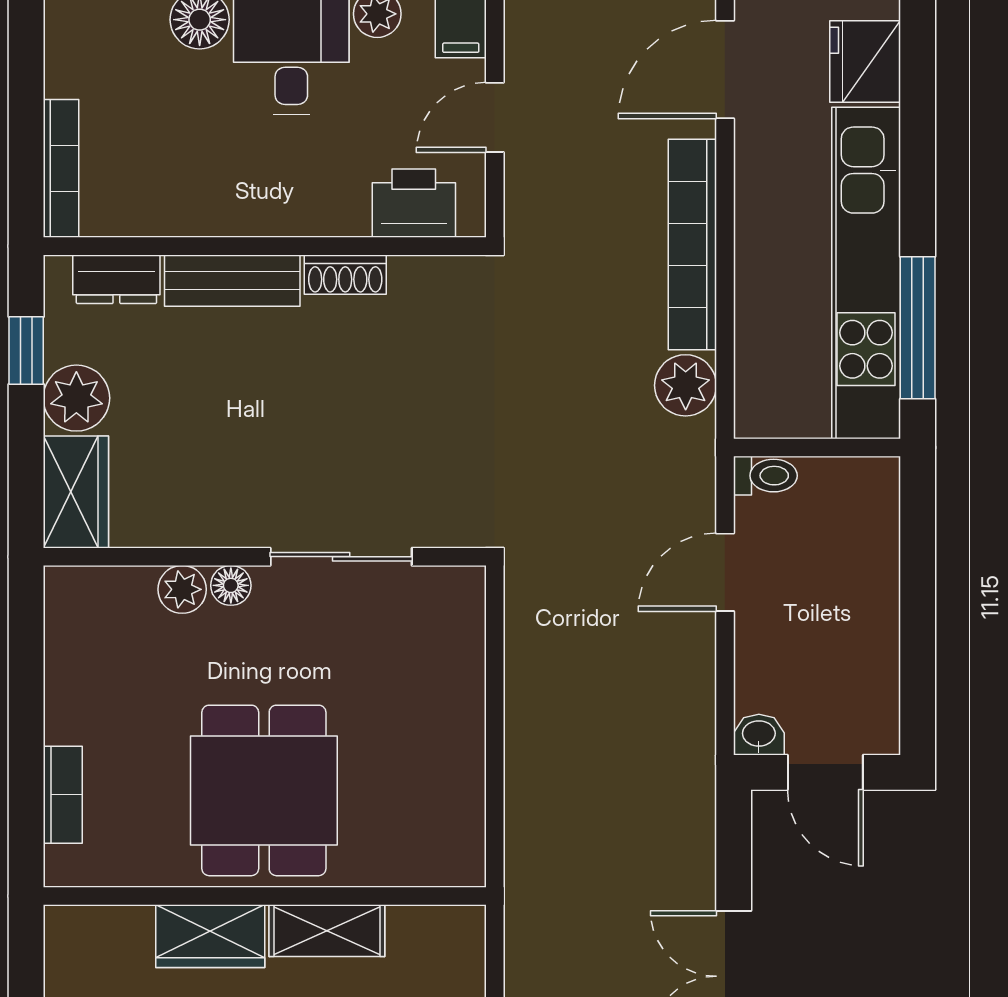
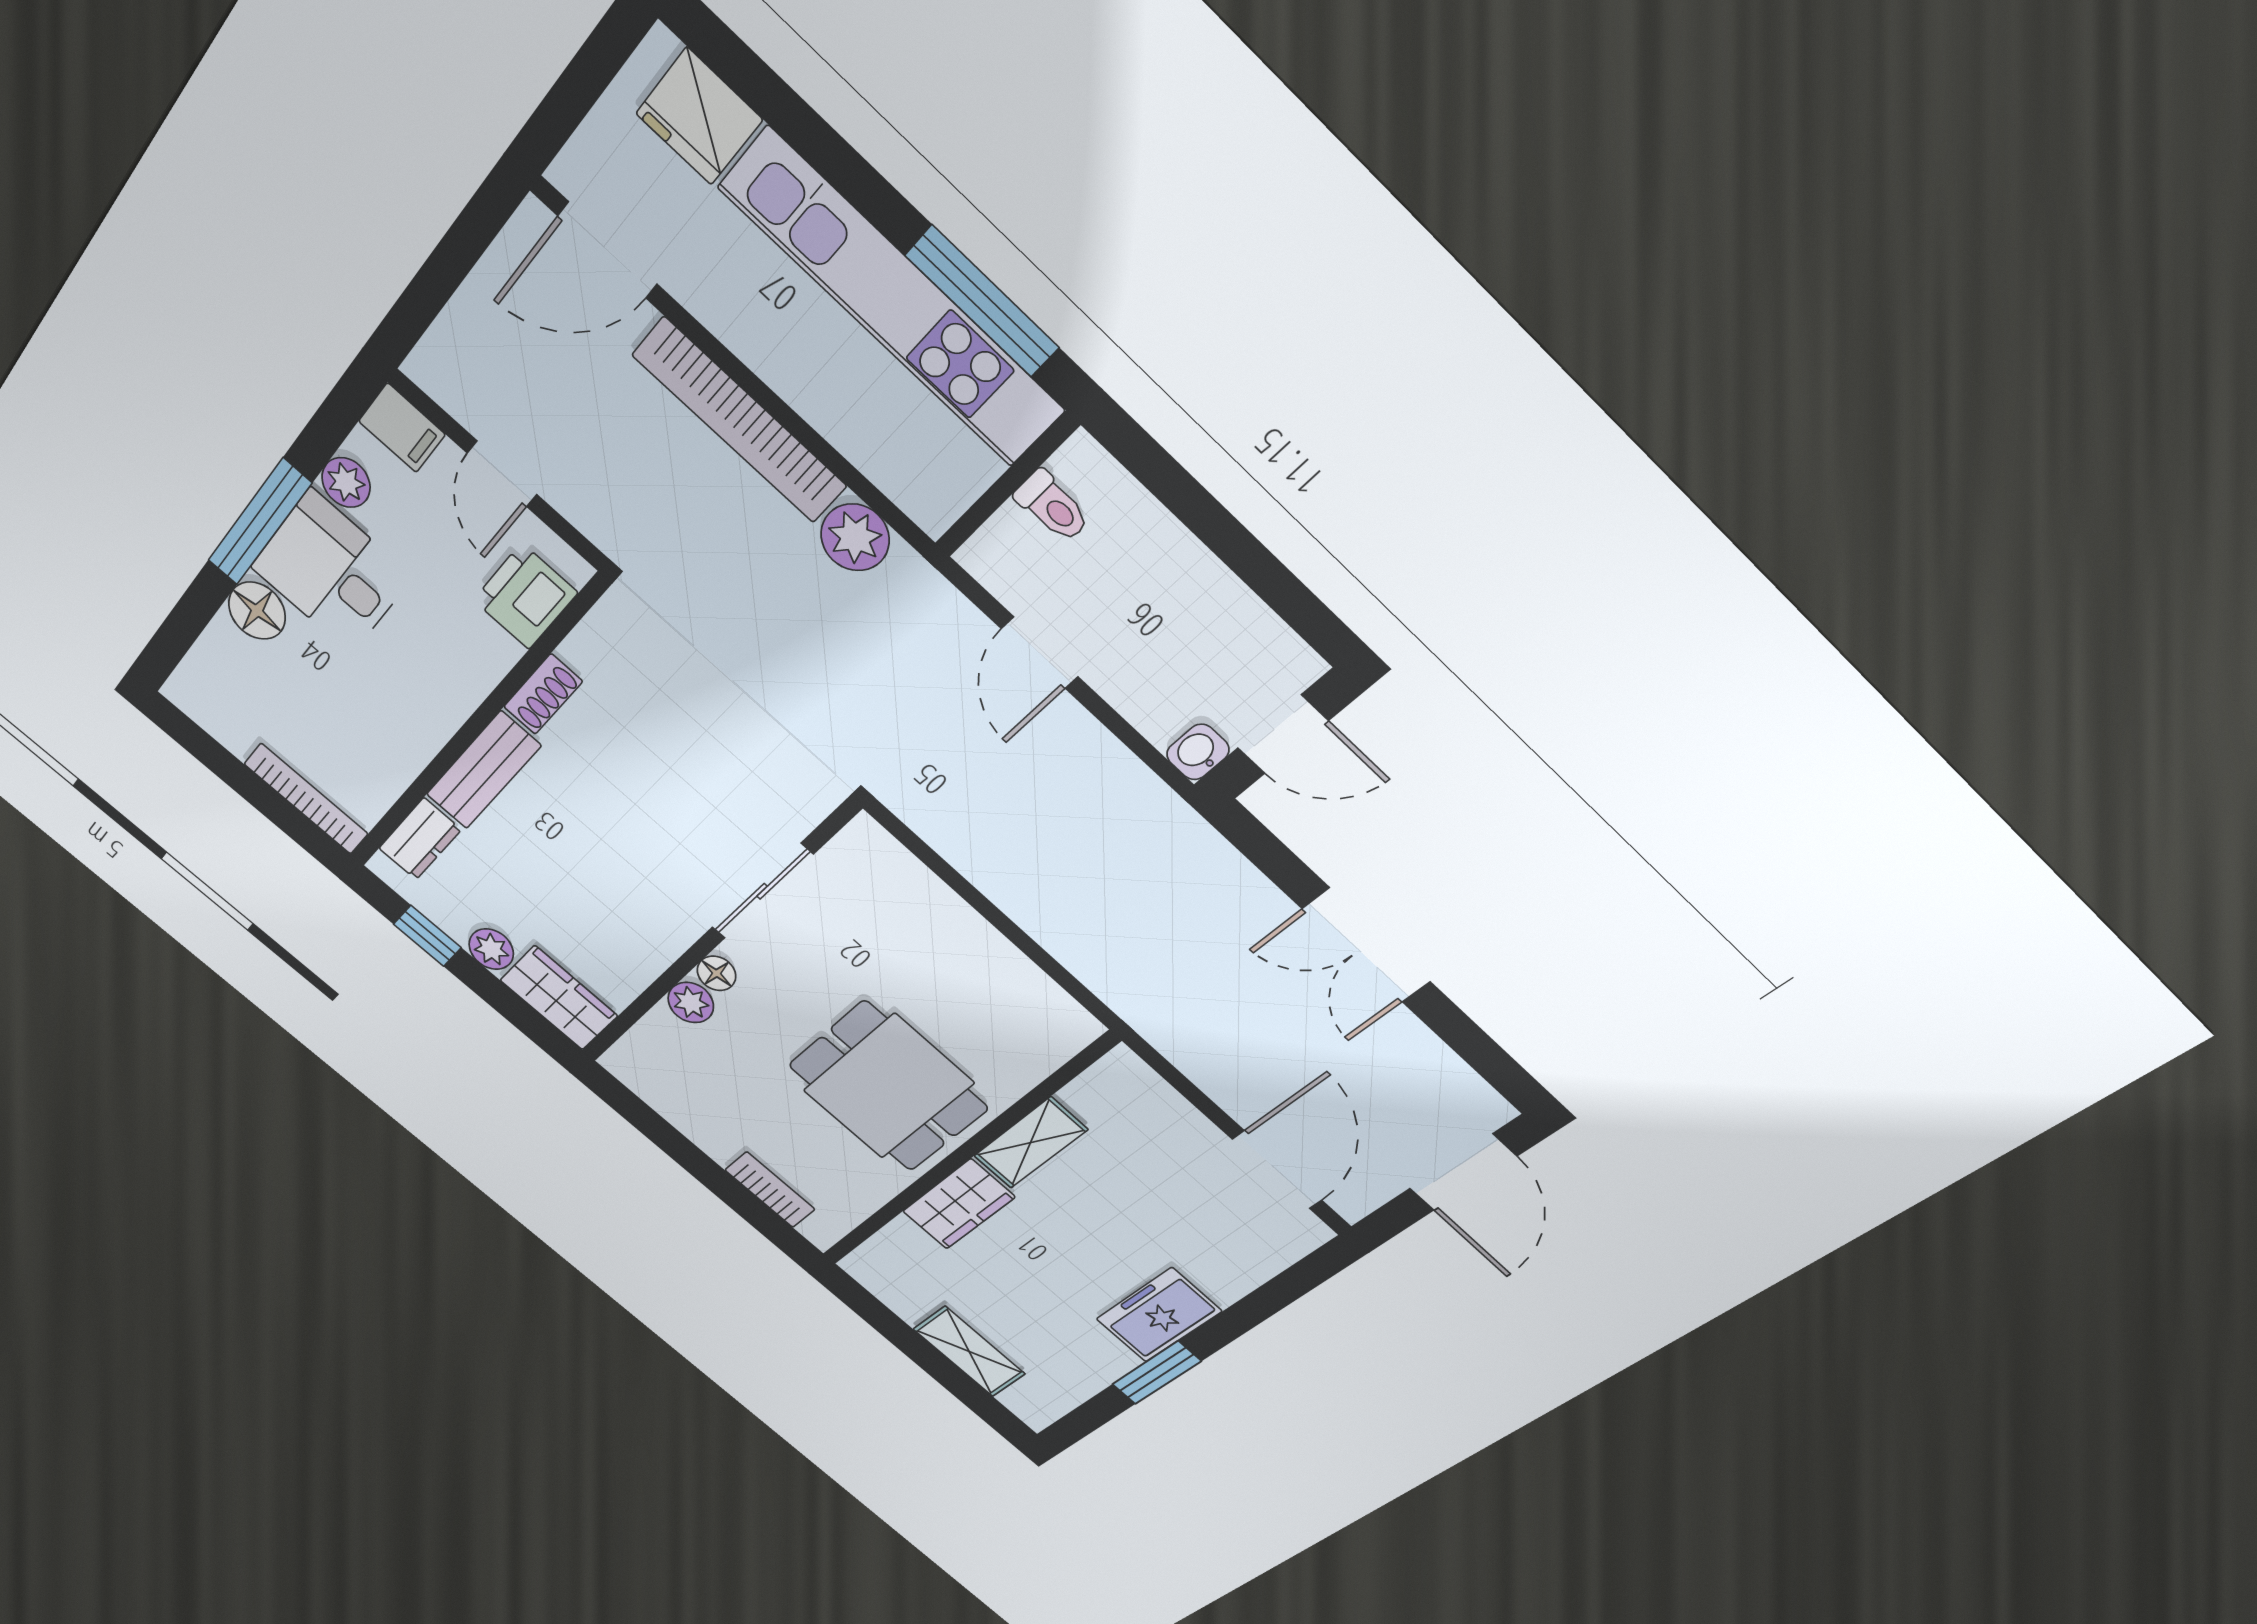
door: (725, 70) -> (607, 250), hinge flipped
plant: (76, 398) -> (491, 949), width x0.73, depth x0.73
toilet: (765, 476) -> (1053, 506), moved, turned 90

